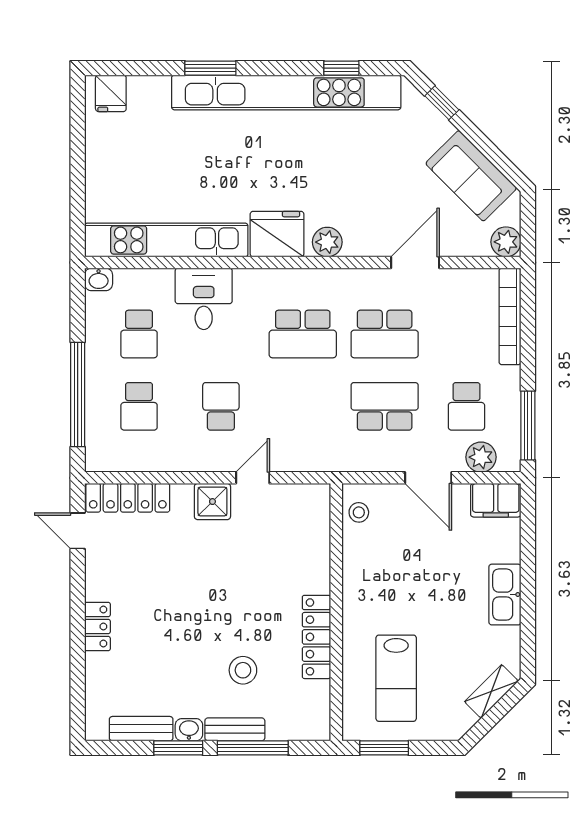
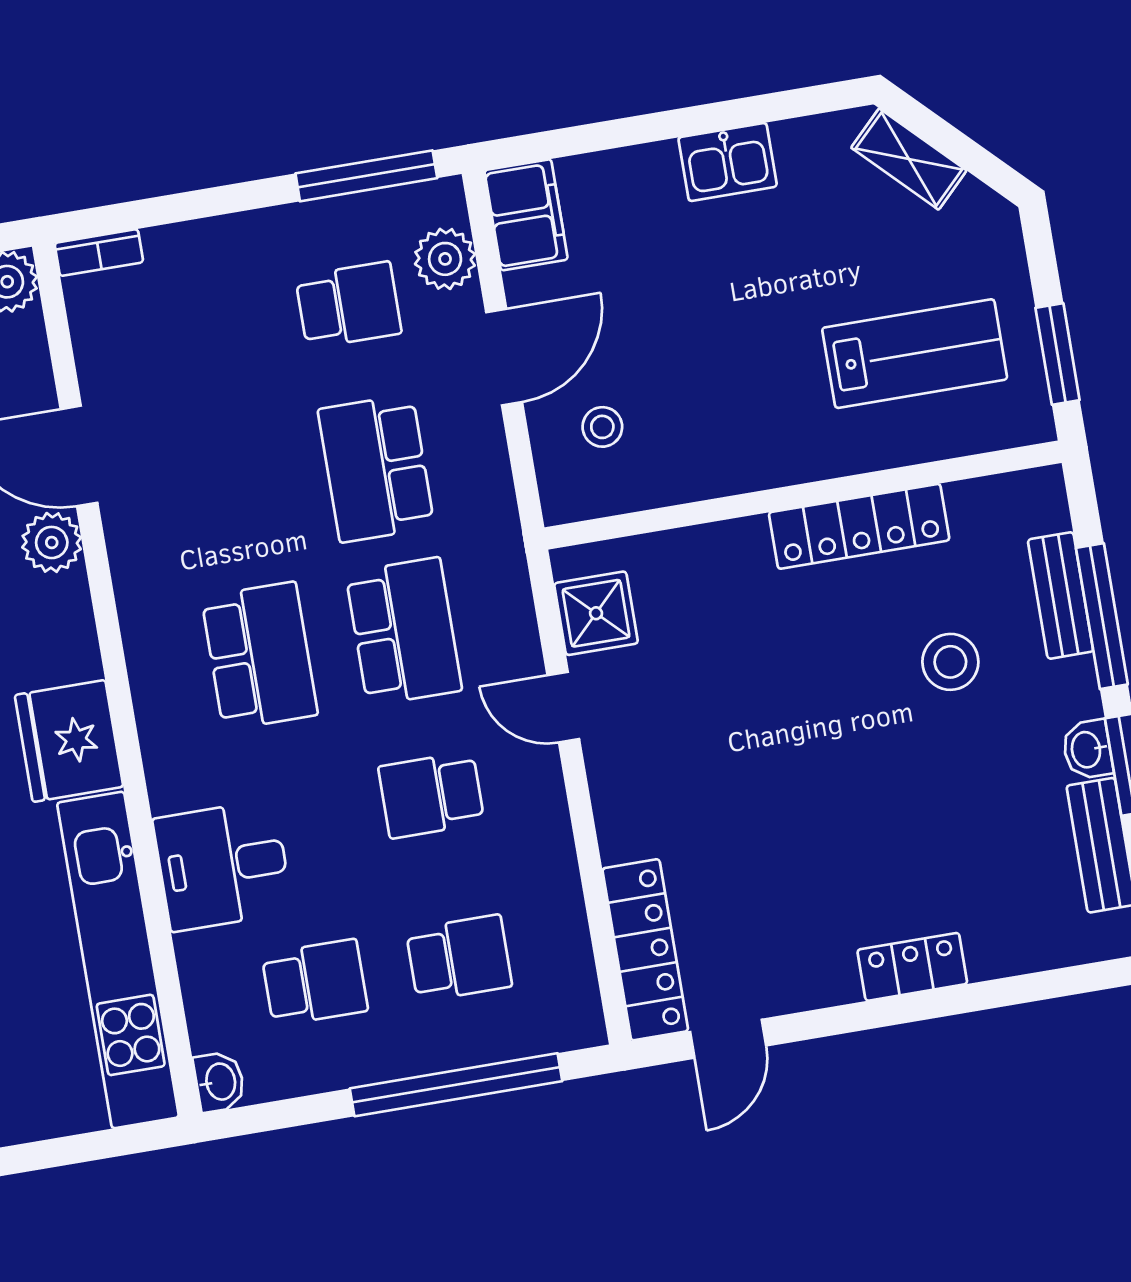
plant: (327, 242) -> (52, 542), moved
bookcase: (510, 316) -> (99, 253), width x0.43, depth x0.76
school desk: (385, 334) -> (404, 632), moved
shower: (212, 502) -> (596, 613), moved
stool: (359, 512) -> (602, 427), moved
kitchen sink: (505, 595) -> (728, 162), width x0.73
bench: (235, 729) -> (1061, 595), moved

